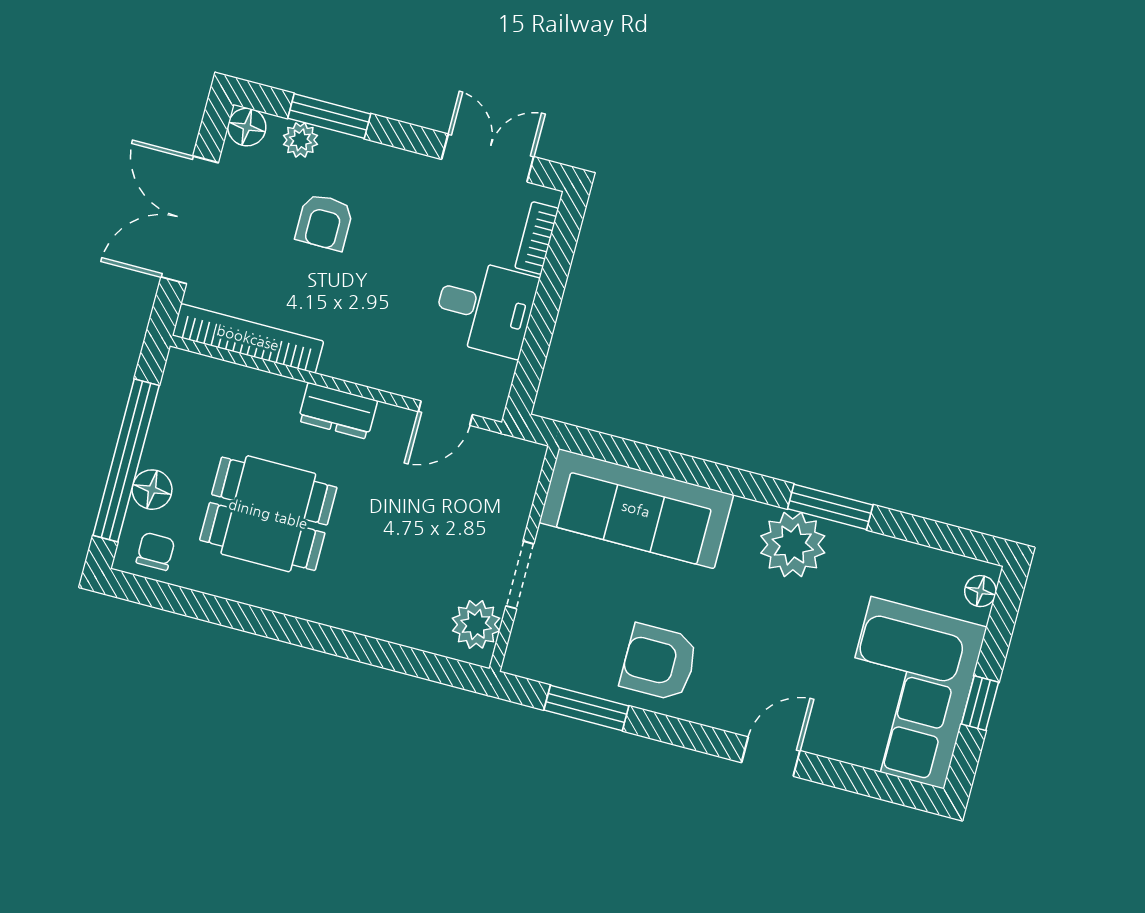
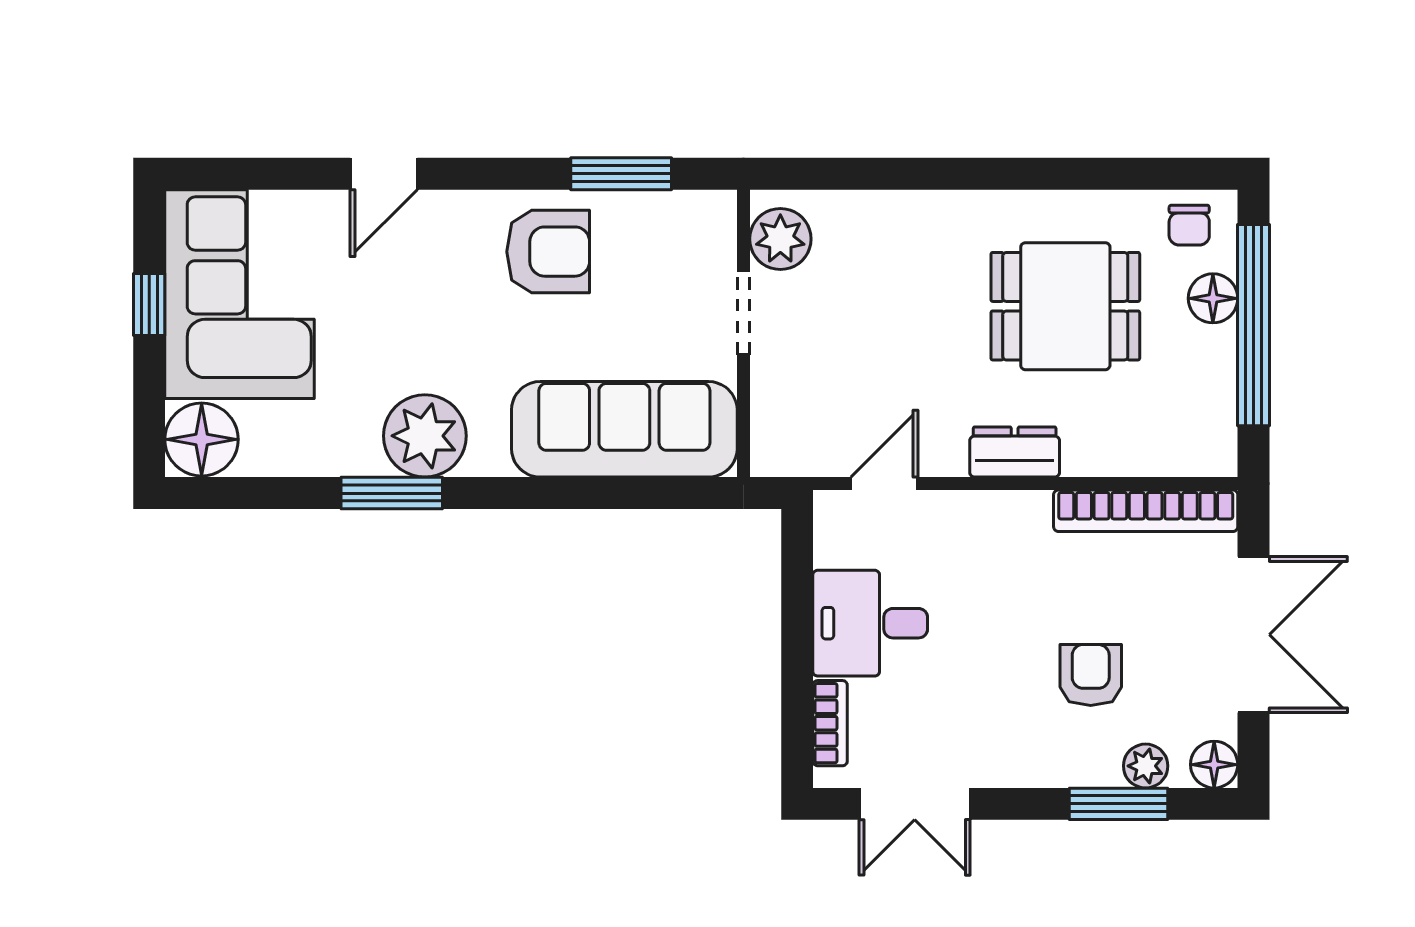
floor lamp: (980, 591) -> (202, 439), width x1.89, depth x1.89

